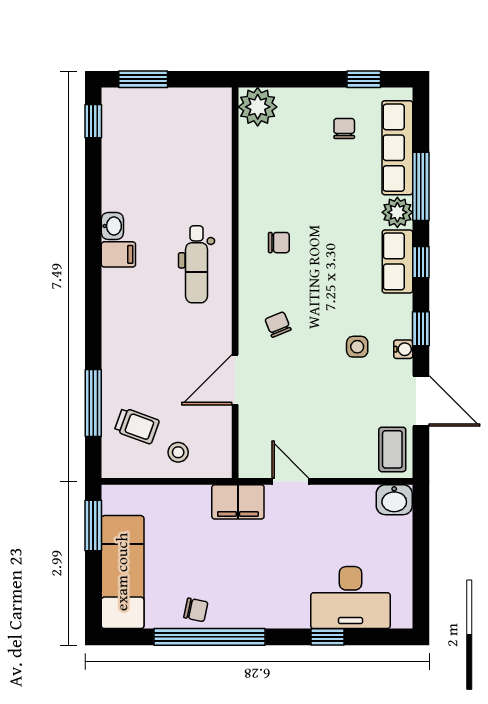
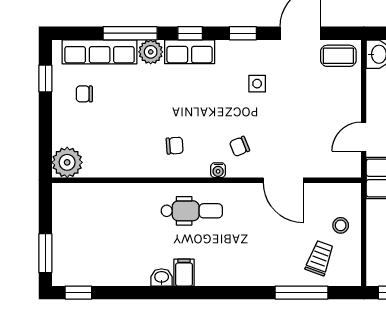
chair: (279, 243) -> (175, 146), turned 86
water cooler: (403, 349) -> (218, 170), moved, turned 180

